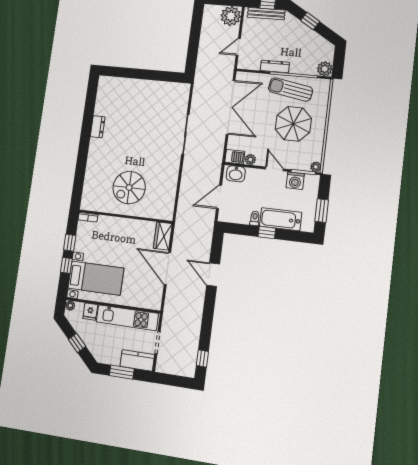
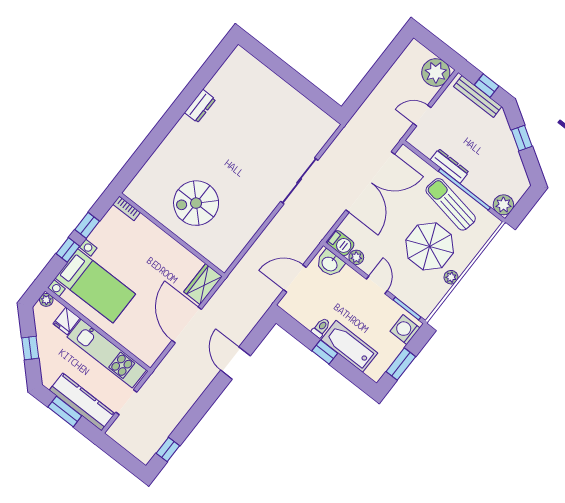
plant: (316, 167) -> (451, 277), moved
washing machine: (295, 181) -> (405, 330), moved, turned 90
kitchen counter: (137, 360) -> (82, 402), width x1.50

